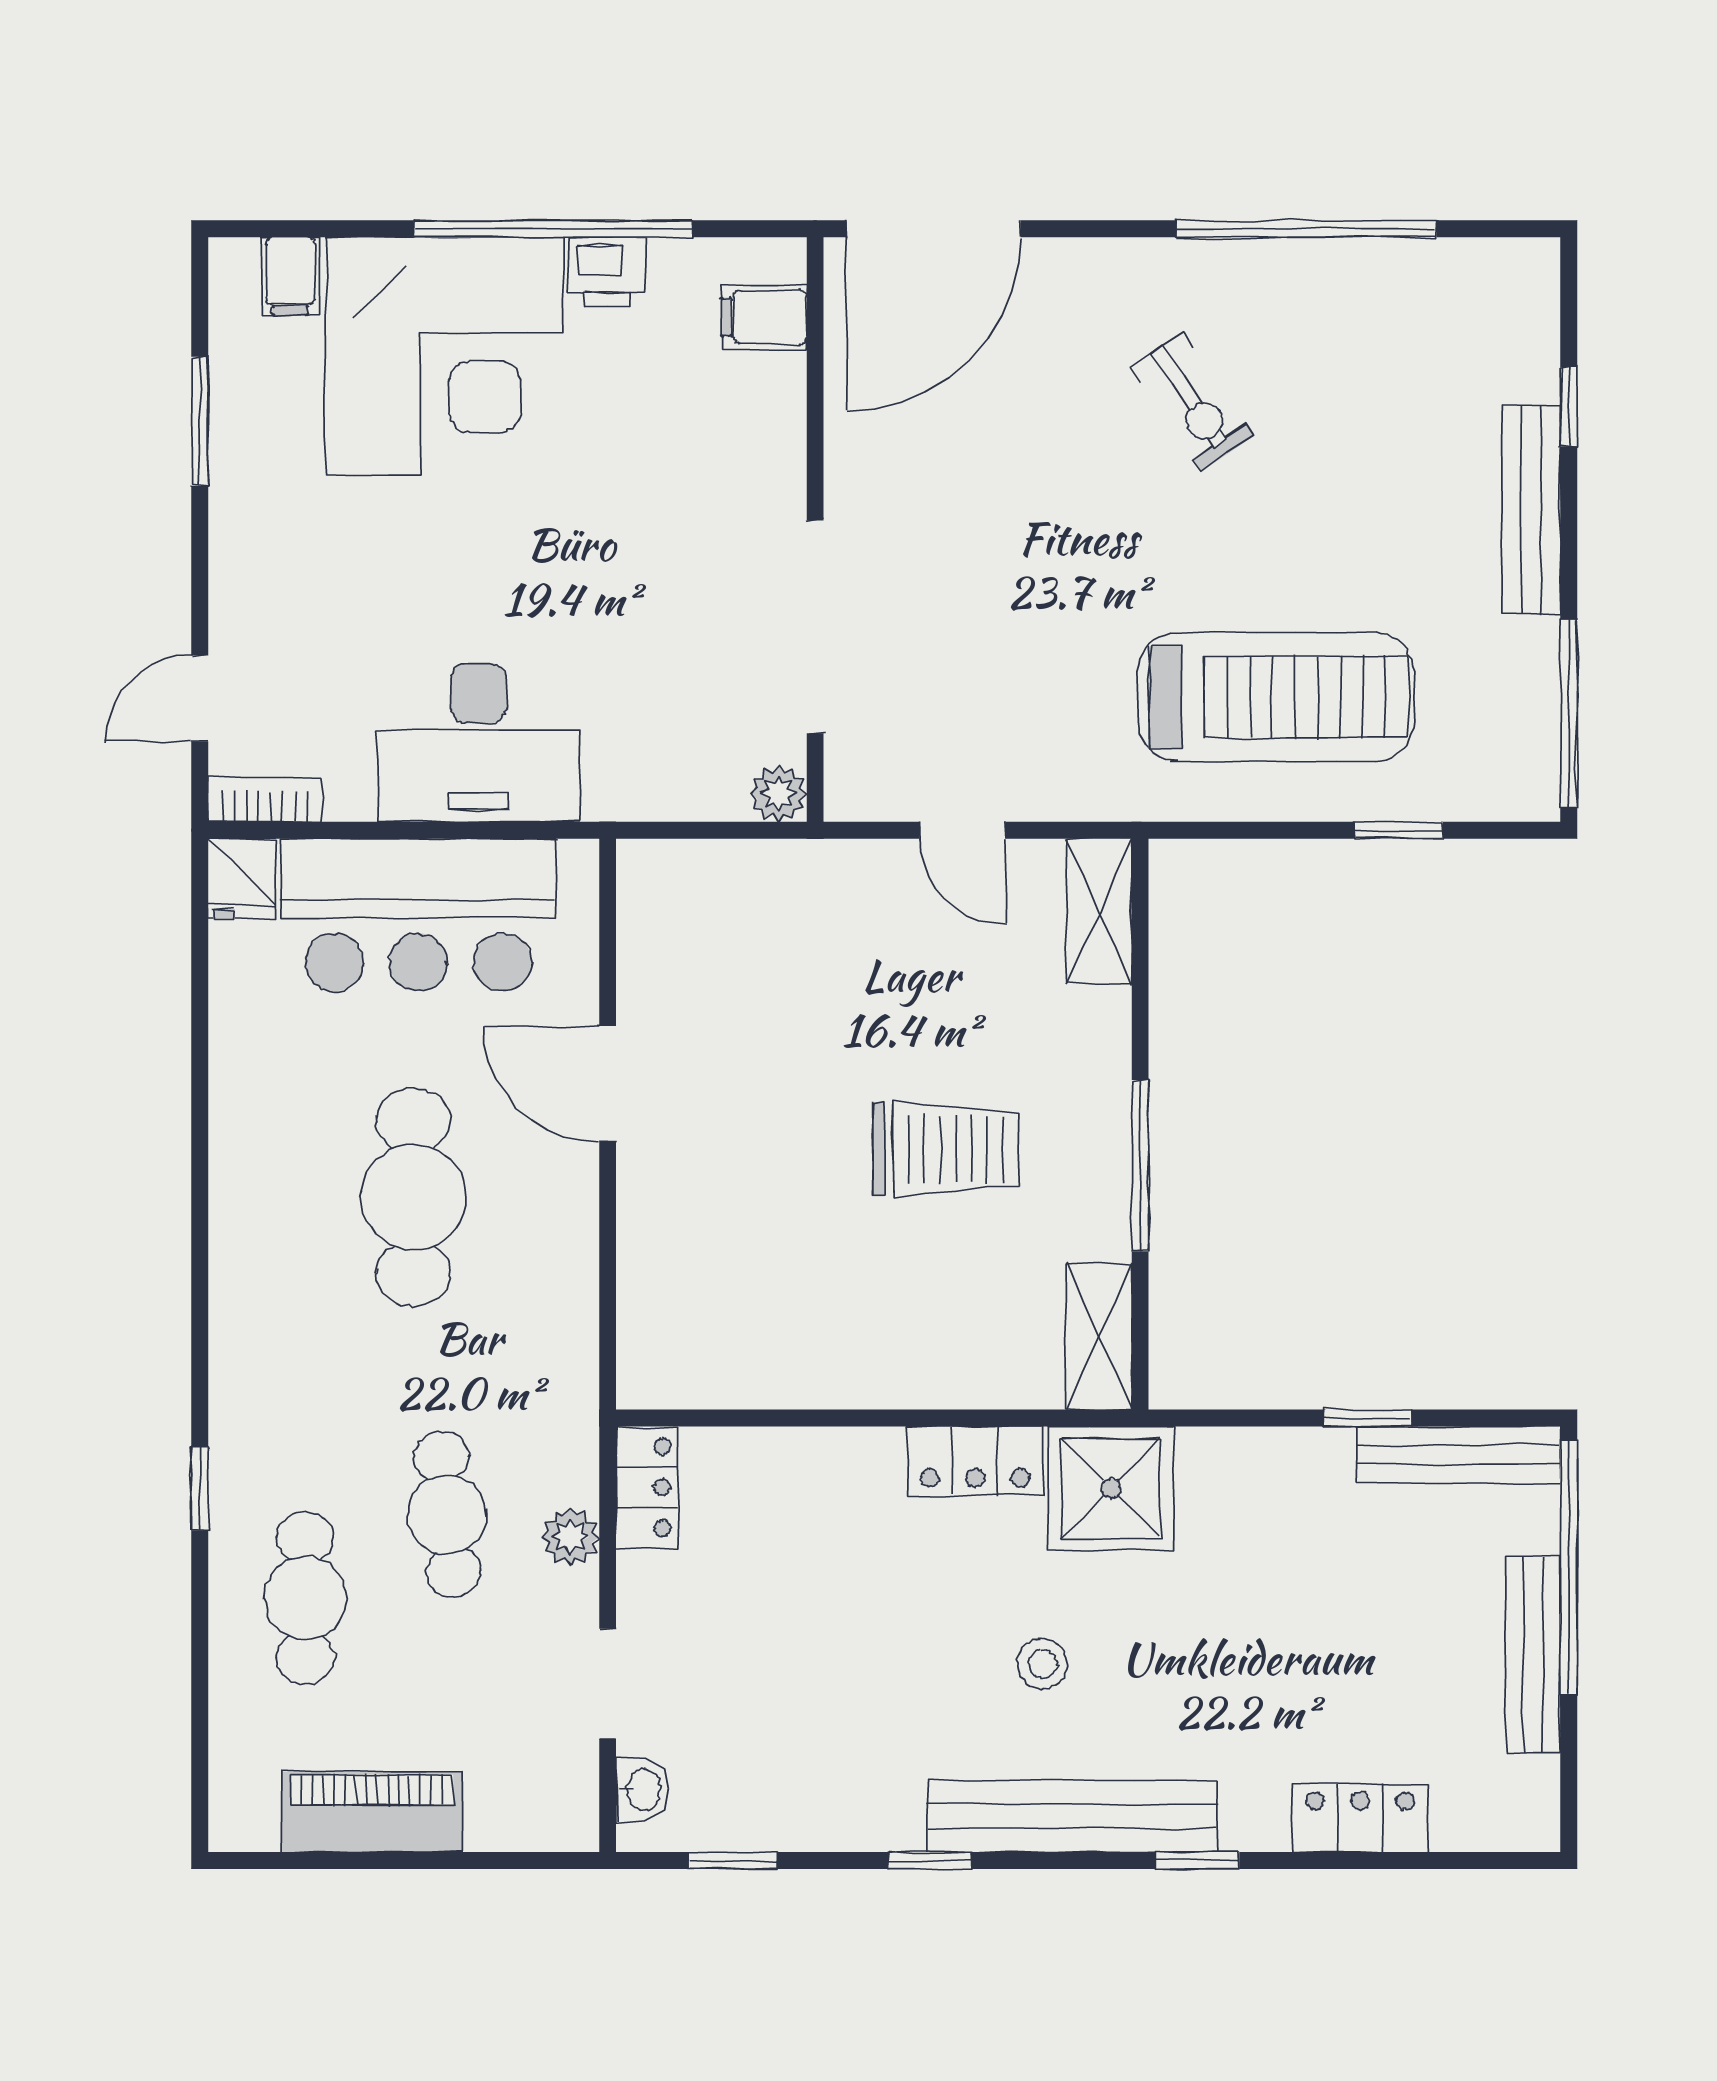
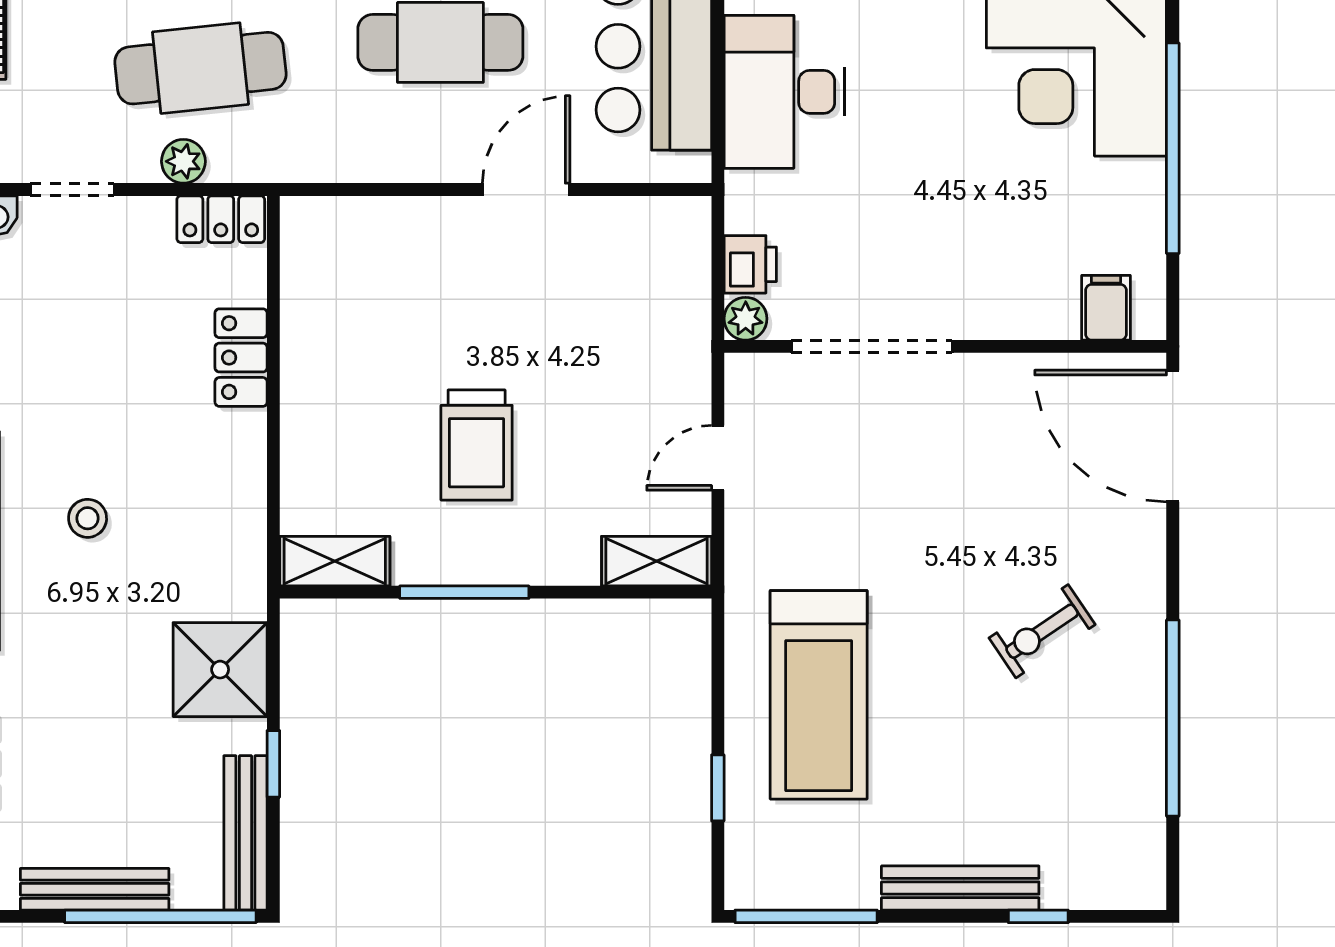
printer: (607, 272) -> (750, 264), moved, turned 180
locker: (975, 1461) -> (241, 358), moved
shower: (1111, 1488) -> (220, 670), moved
cafe table: (447, 1514) -> (200, 68), width x1.37, depth x1.35

